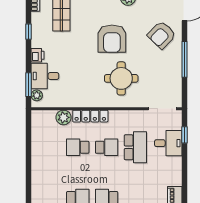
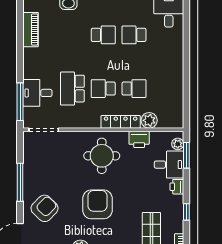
round table: (121, 78) -> (102, 156), moved
printer: (73, 100) -> (139, 139), added
window: (185, 135) -> (20, 102), width x2.17

